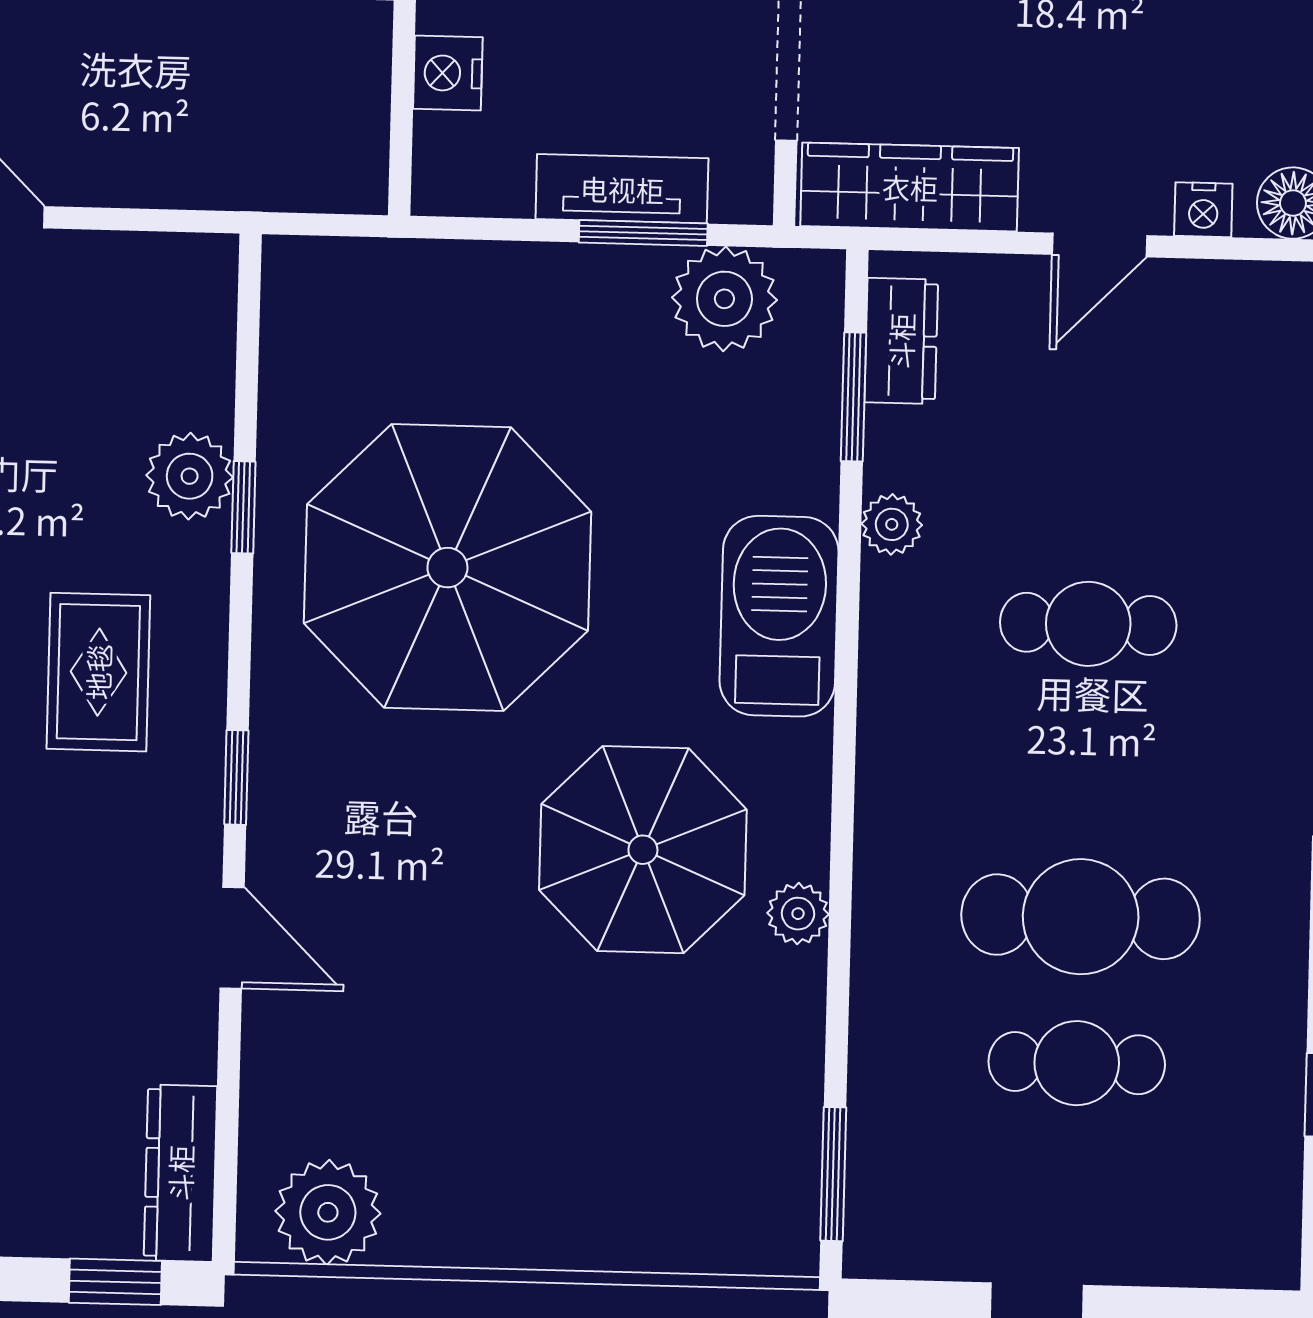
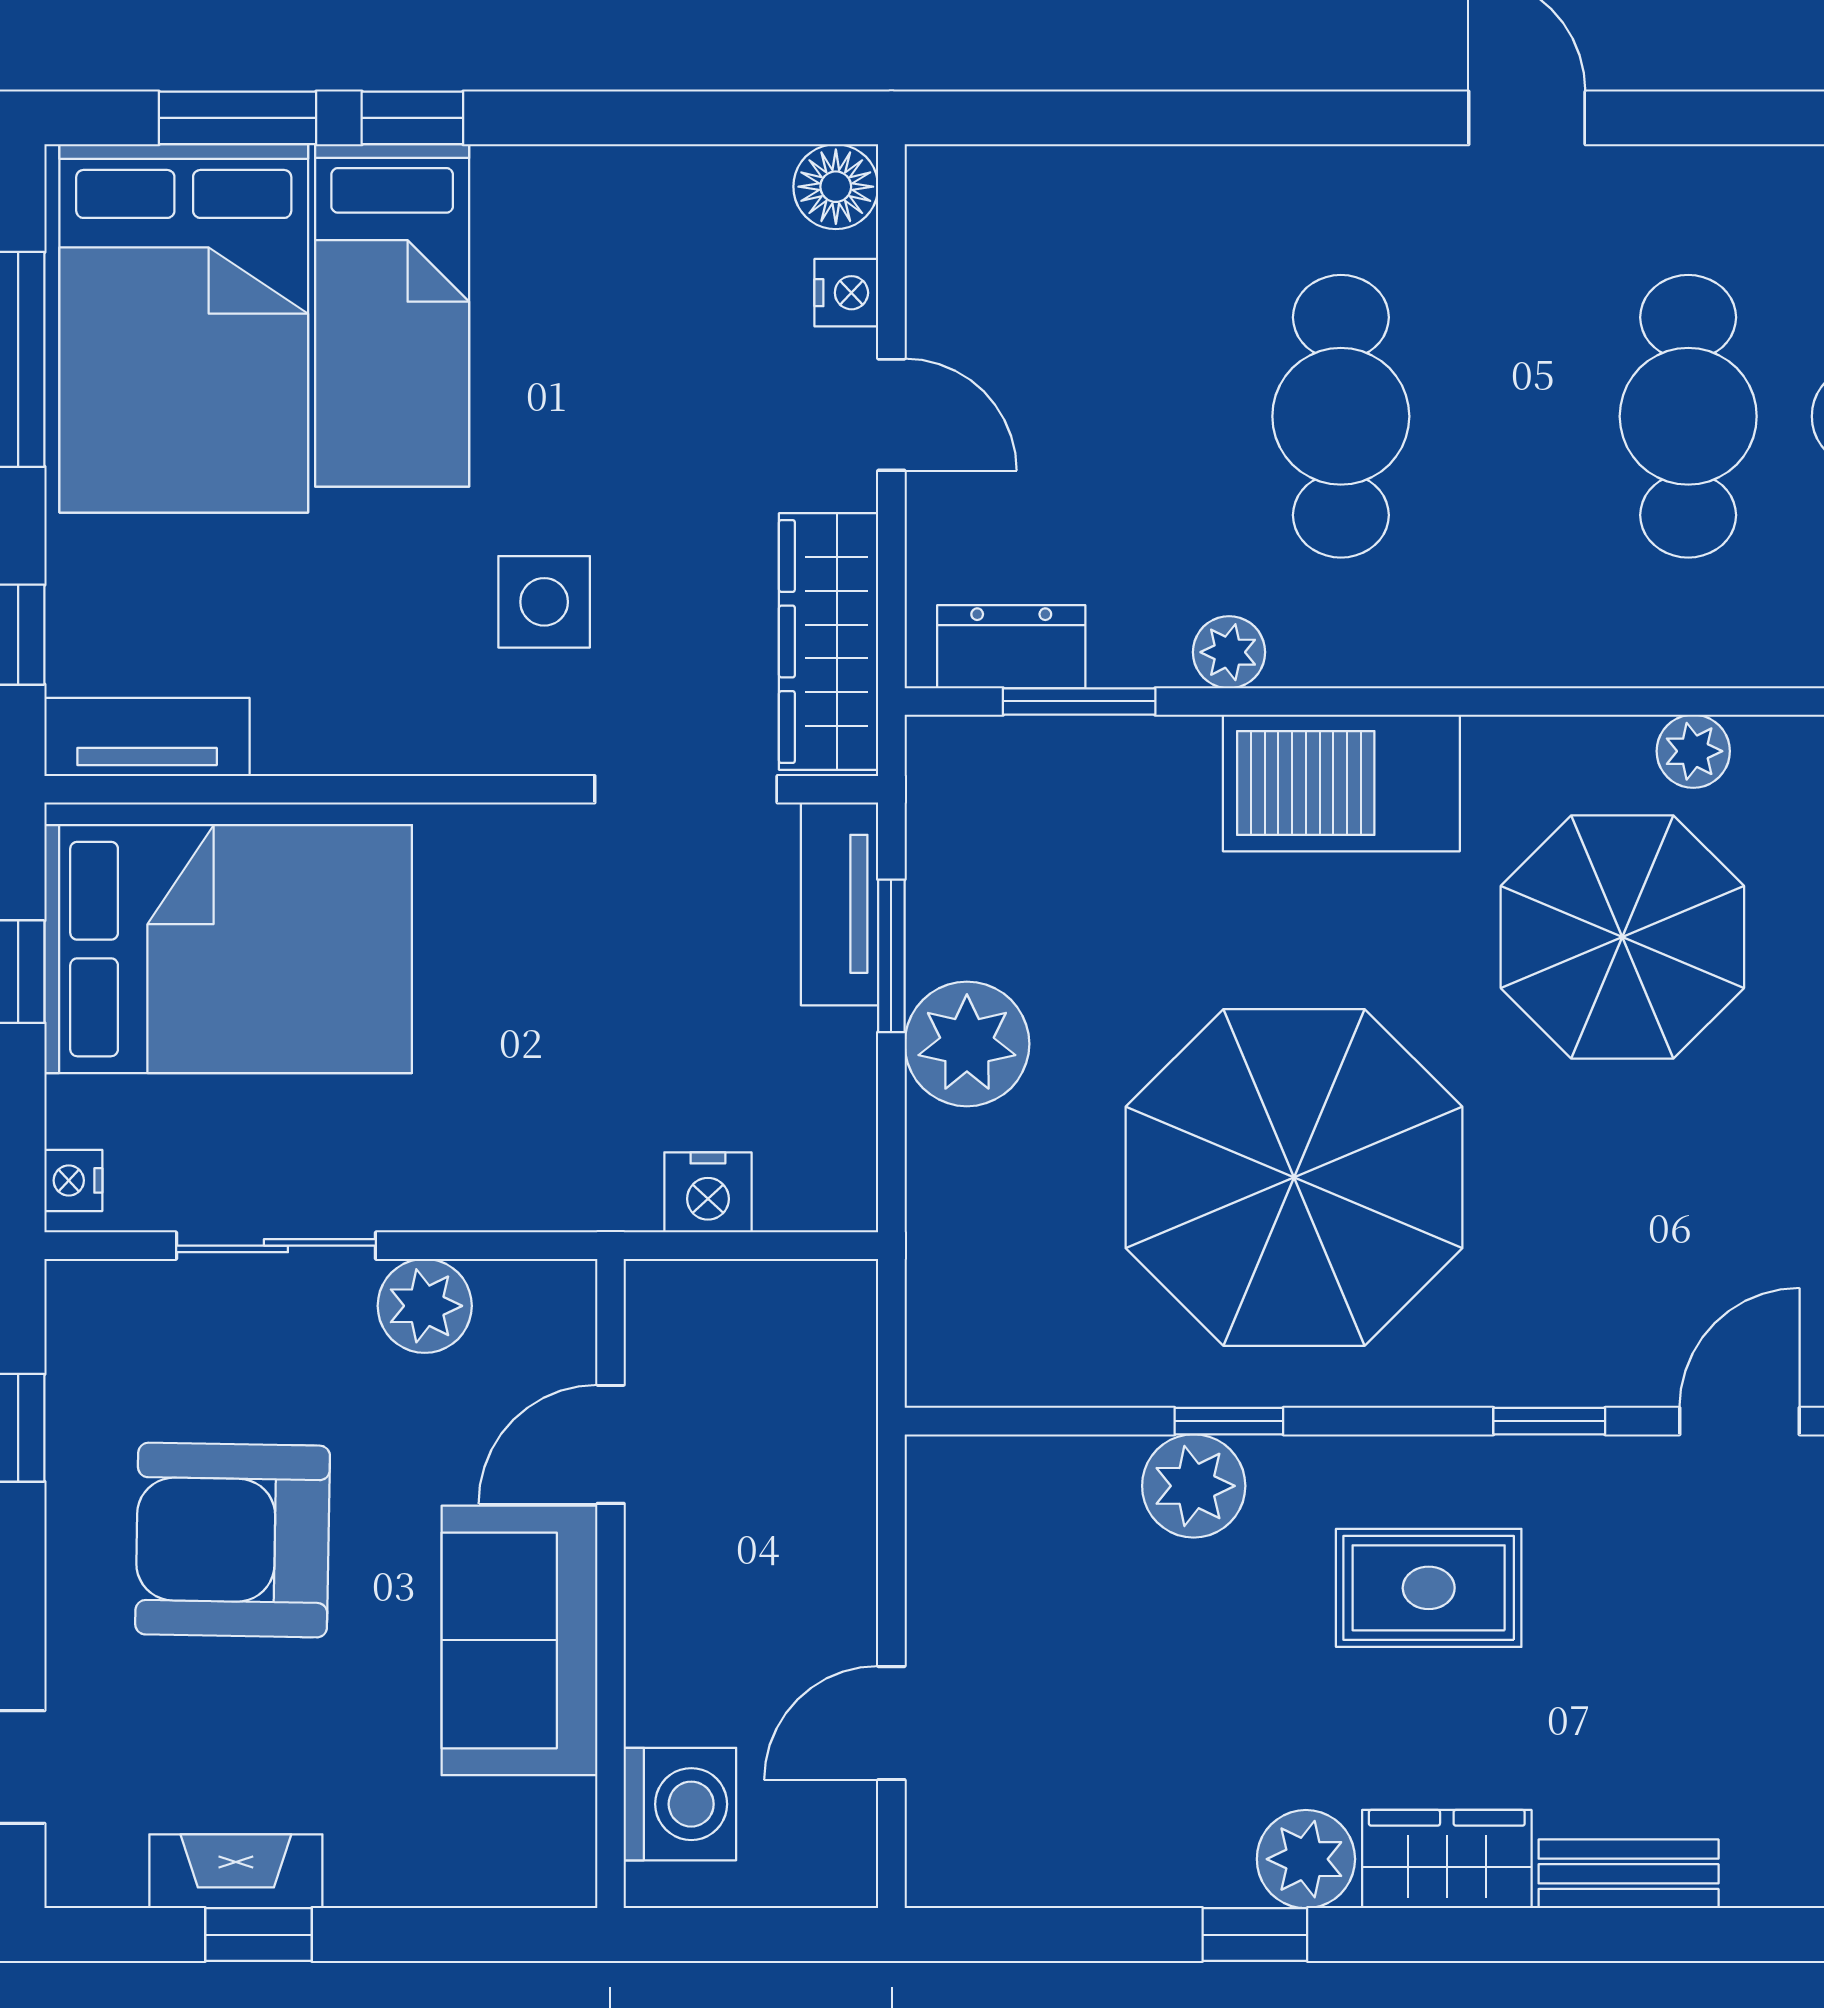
tv unit: (622, 189) -> (839, 904), moved
plant: (724, 299) -> (967, 1044), moved
cafe table: (1088, 624) -> (1341, 416), width x1.37, depth x1.35

